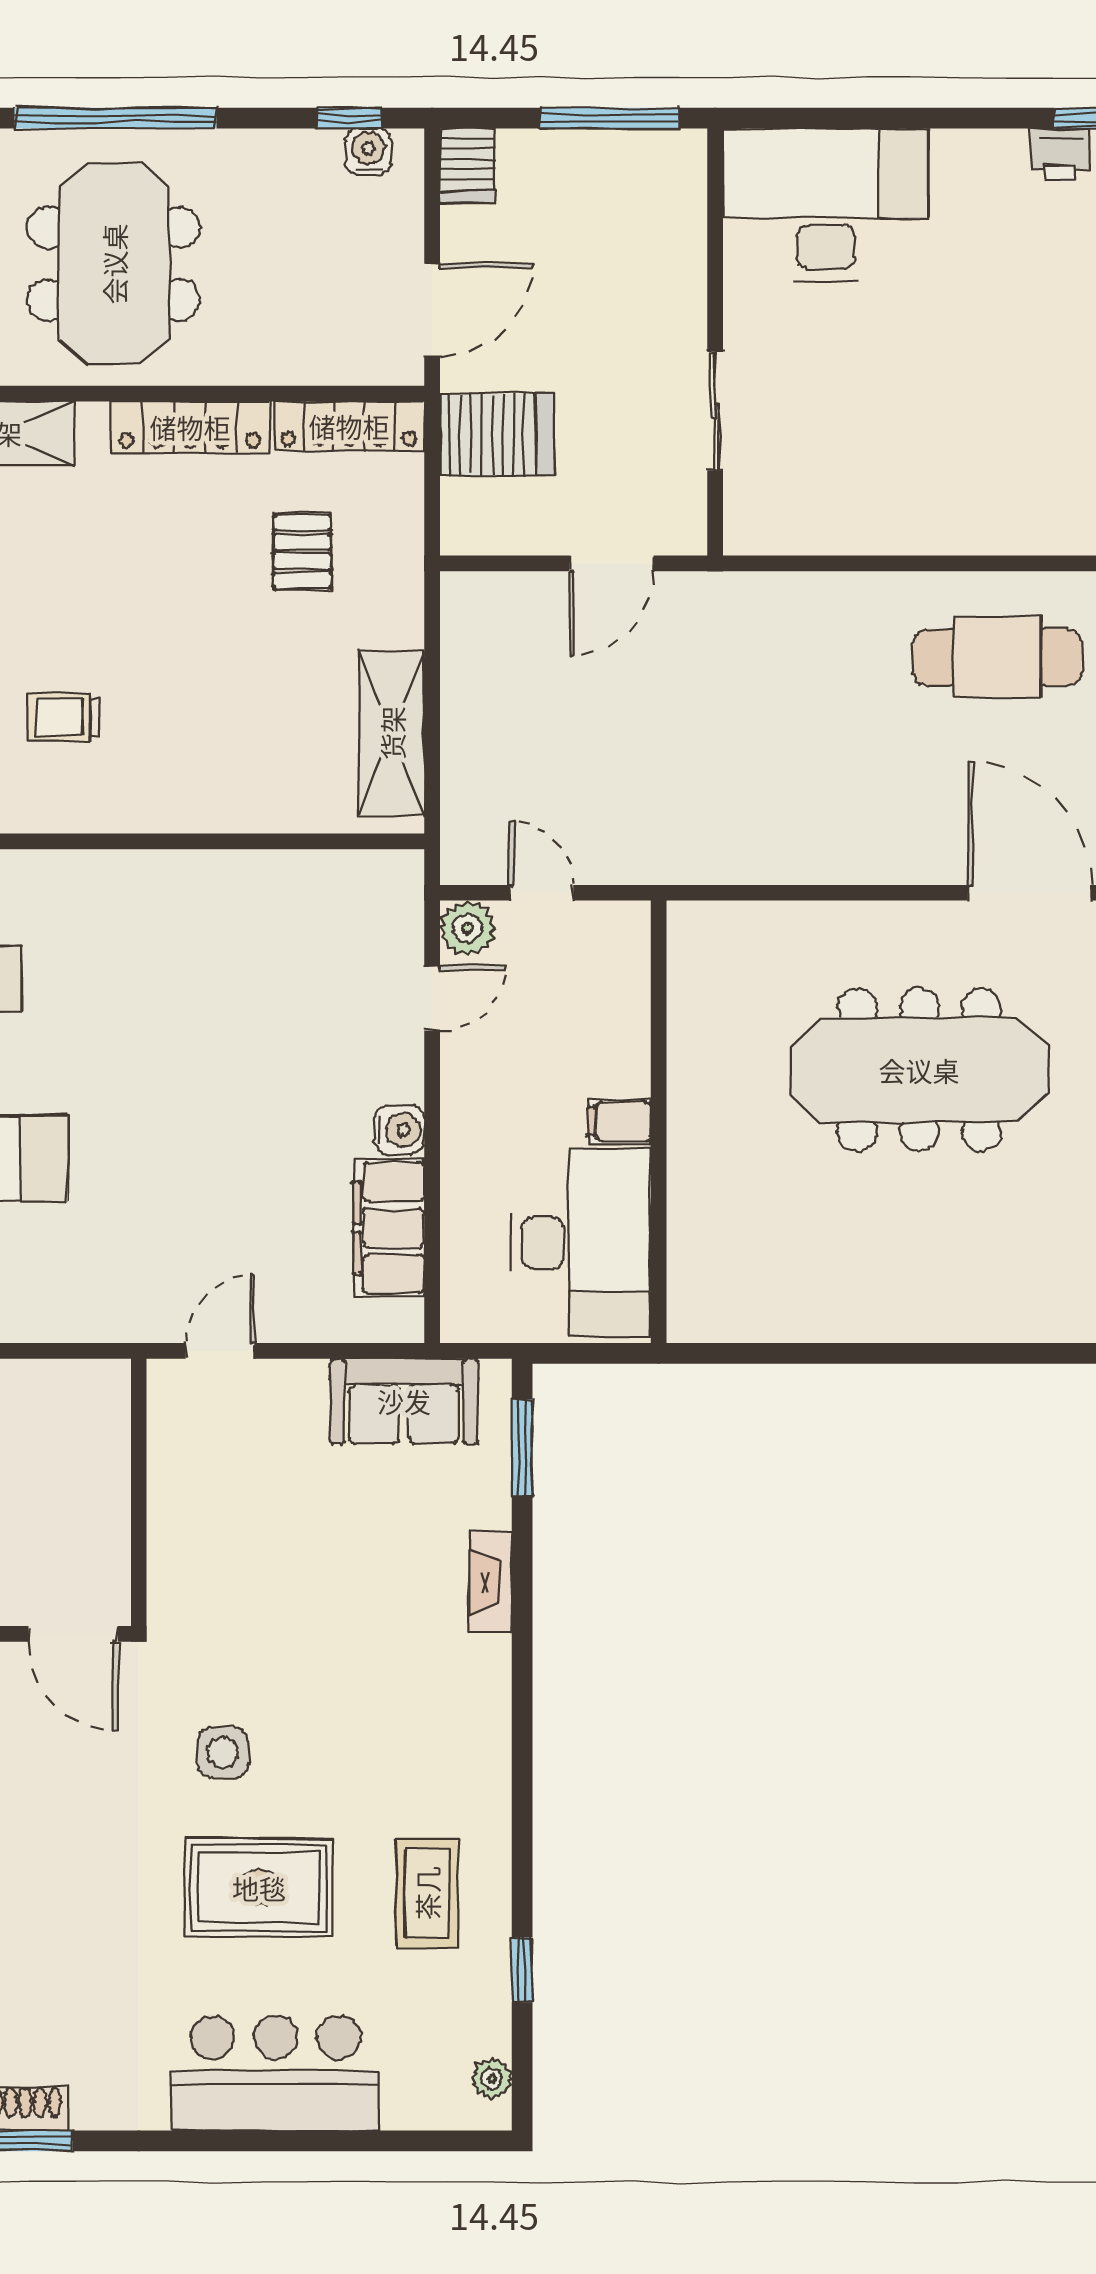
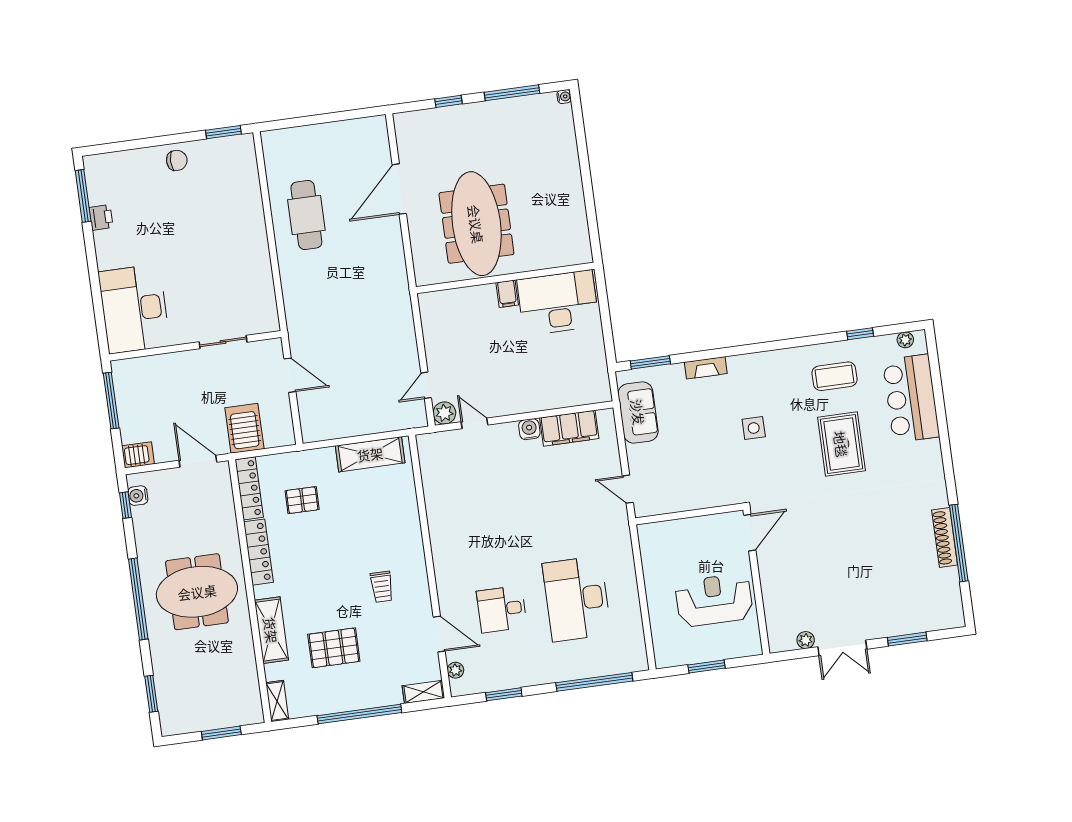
filing cabinet: (619, 1121) -> (507, 294), moved
wall: (659, 1122) -> (505, 278), moved
desk: (581, 1243) -> (558, 303), moved
side table: (223, 1752) -> (754, 428), moved
bar counter: (275, 2073) -> (911, 398), moved

